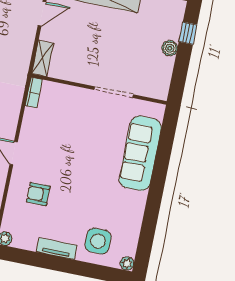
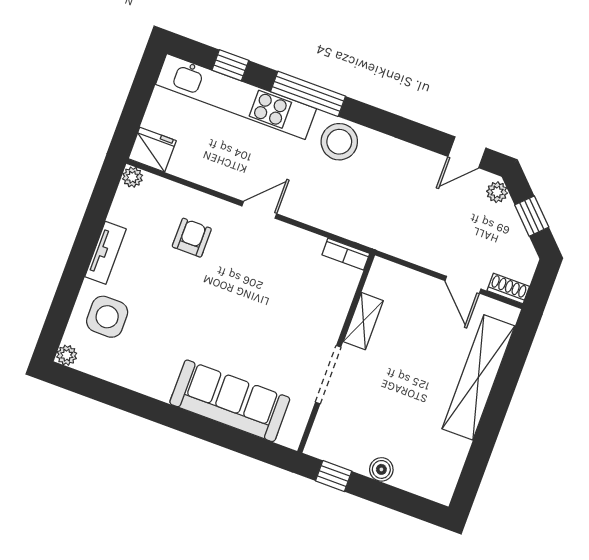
window: (188, 33) -> (334, 476), moved
shelving: (43, 58) -> (363, 321), moved, turned 90

